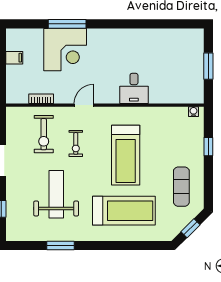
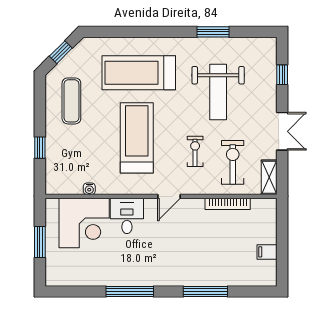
window: (132, 24) -> (130, 292), added
corner desk: (65, 50) -> (84, 223), moved, turned 180
bookcase: (41, 99) -> (228, 204), width x1.56
door: (84, 105) -> (169, 196), moved
water cooler: (194, 112) -> (89, 189), moved
shelving: (13, 121) -> (269, 177), added

